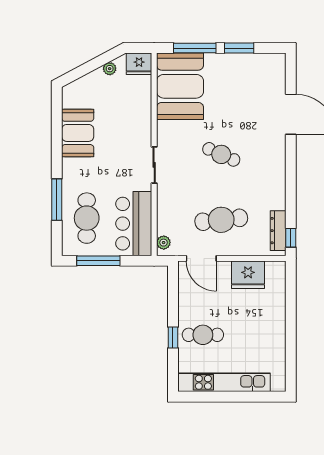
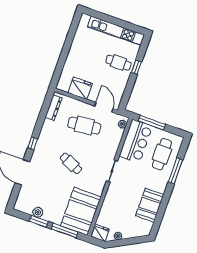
plant: (245, 61) -> (38, 212), added
window: (291, 238) -> (33, 143), moved
window: (98, 261) -> (152, 123), moved

